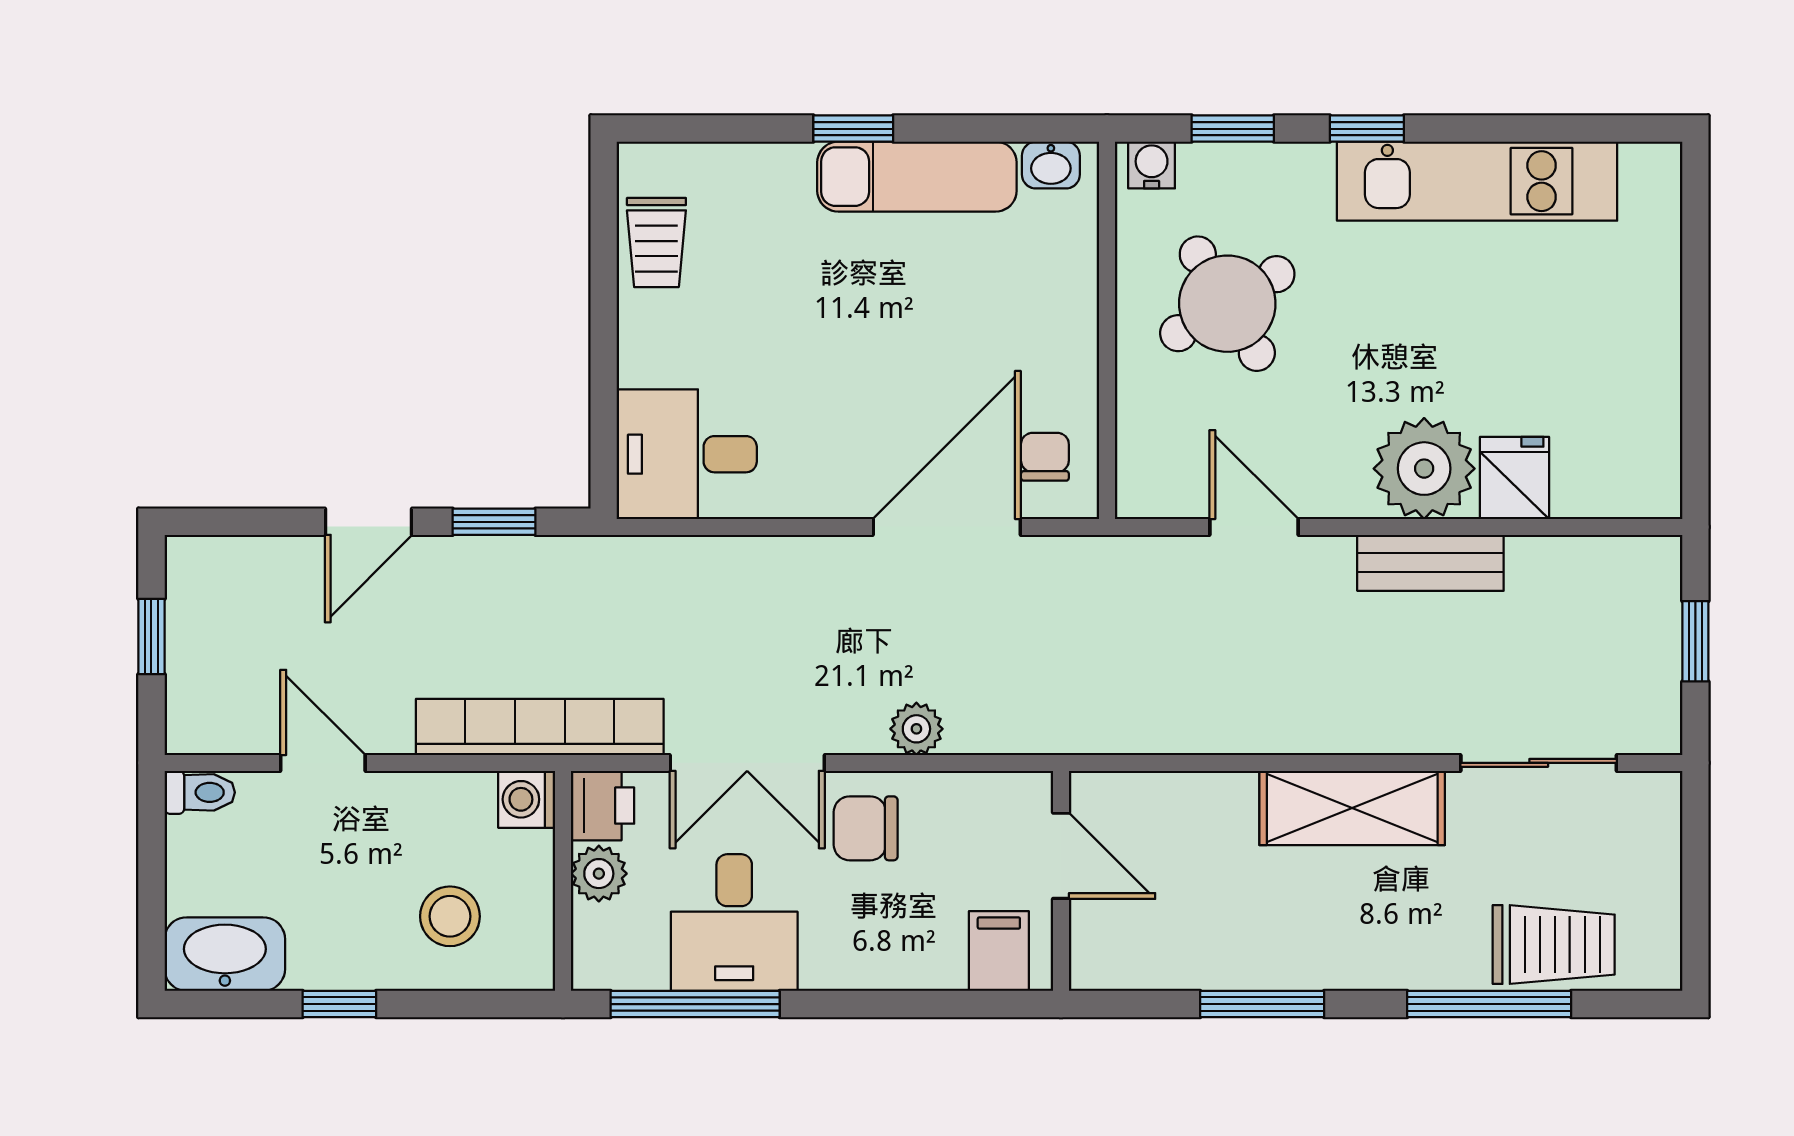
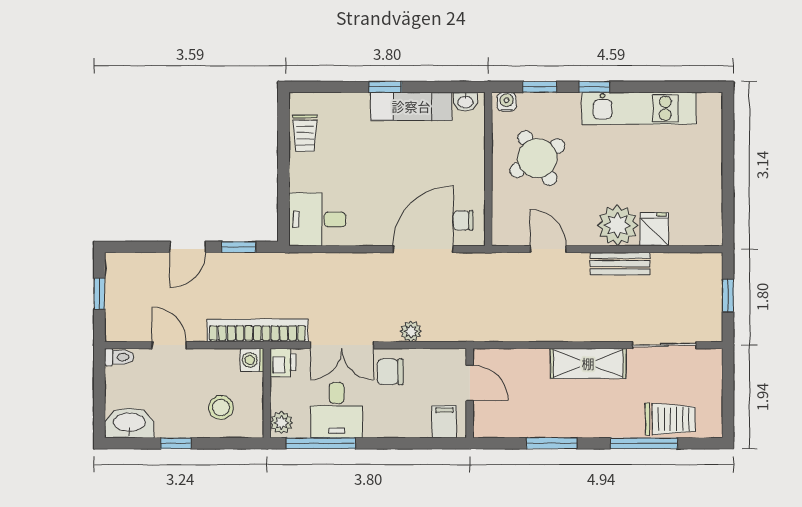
chair: (1045, 457) -> (463, 220), turned -90
plant: (599, 874) -> (281, 423), moved

